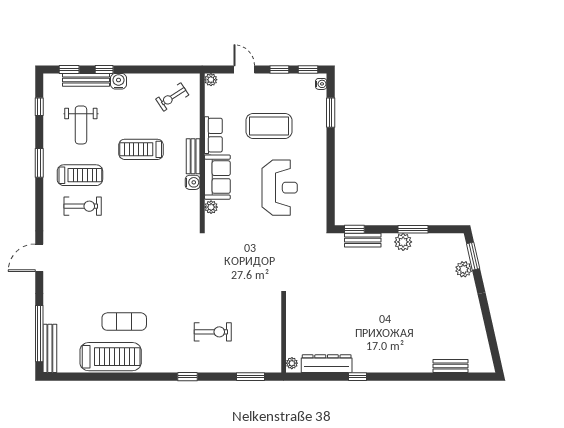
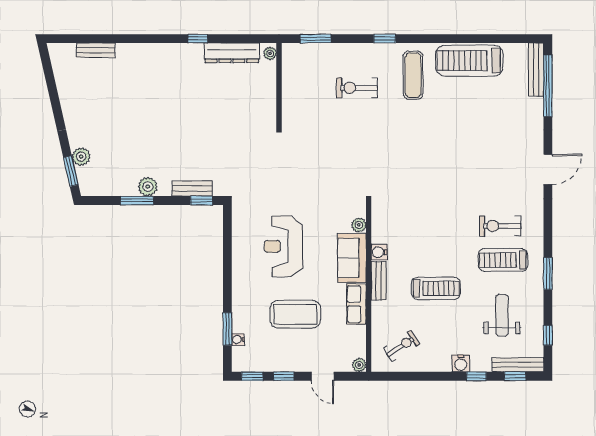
bench: (86, 80) -> (518, 365), moved
water cooler: (321, 84) -> (238, 340), moved
exercise mat: (124, 322) -> (413, 75), moved, turned 90

